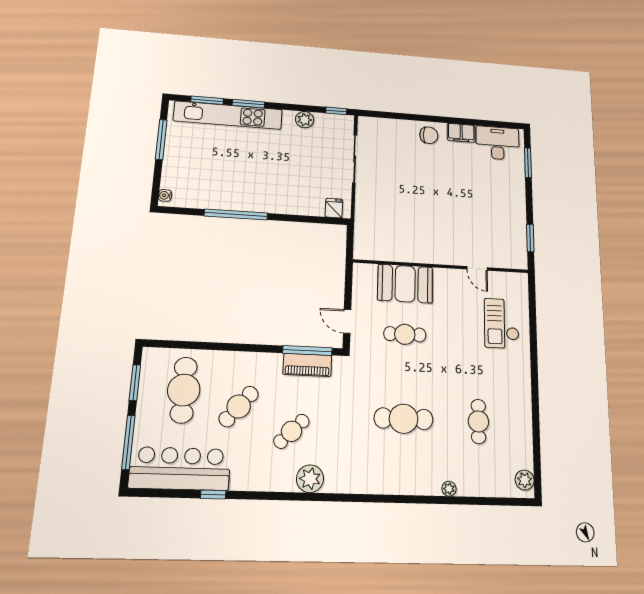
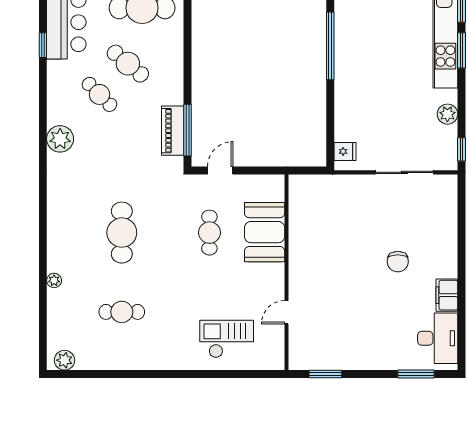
chair: (429, 135) -> (398, 262), moved
cafe table: (291, 431) -> (99, 94), moved

